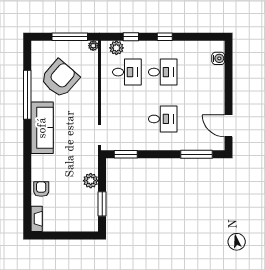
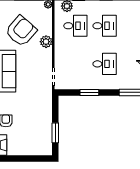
window: (126, 154) -> (89, 92), moved
plant: (91, 181) -> (46, 42), moved

